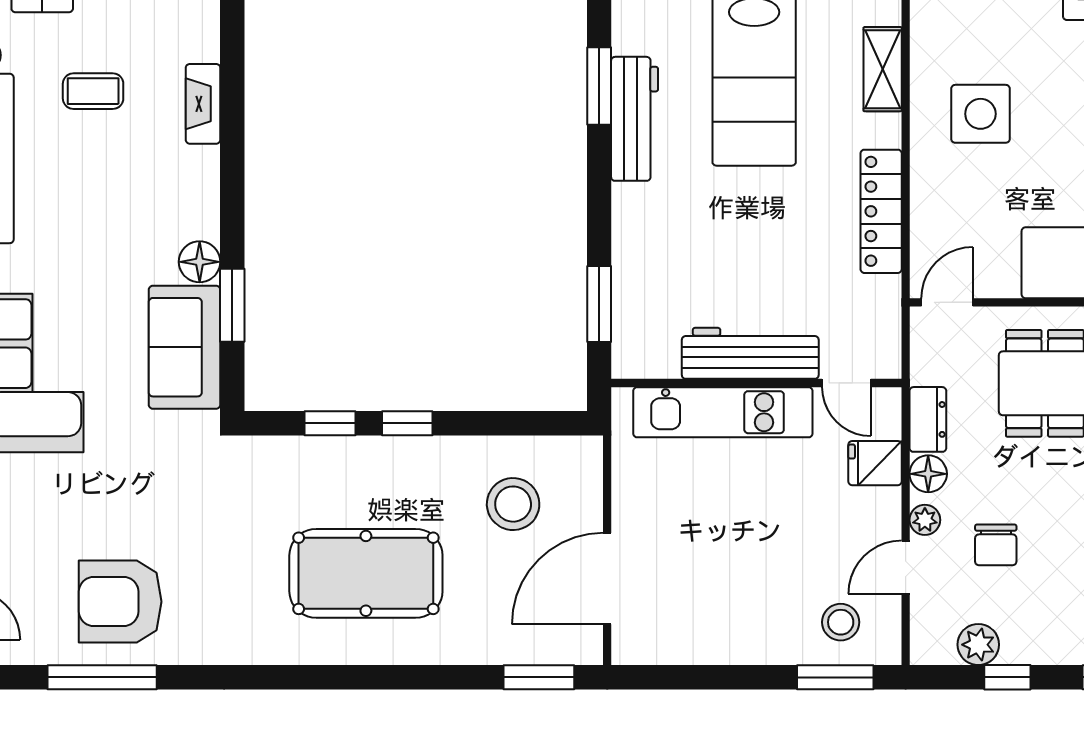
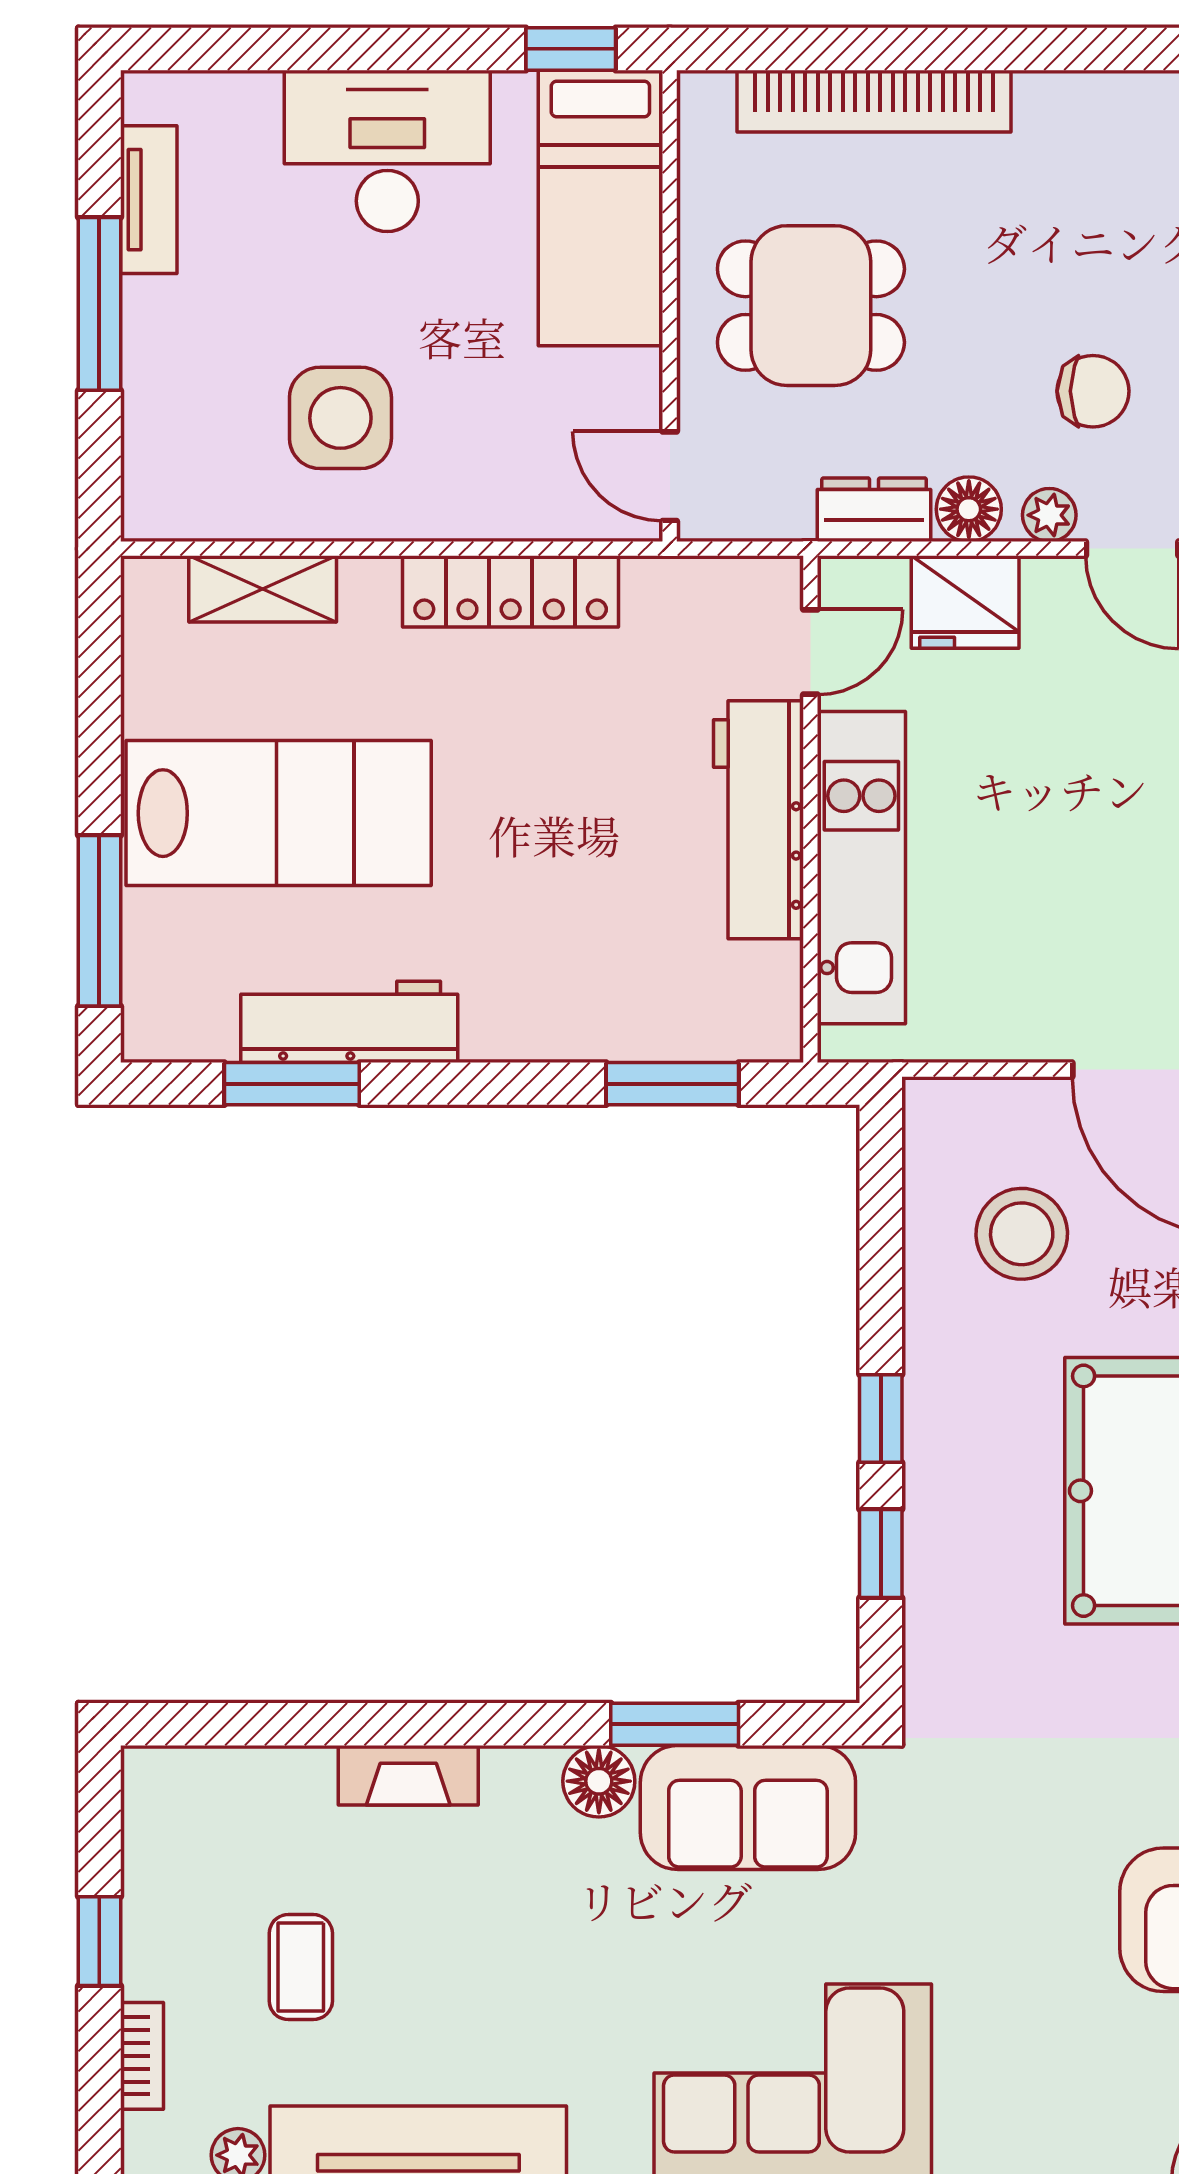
fireplace: (203, 104) -> (408, 1775), moved
fridge: (875, 463) -> (965, 602), width x1.38

